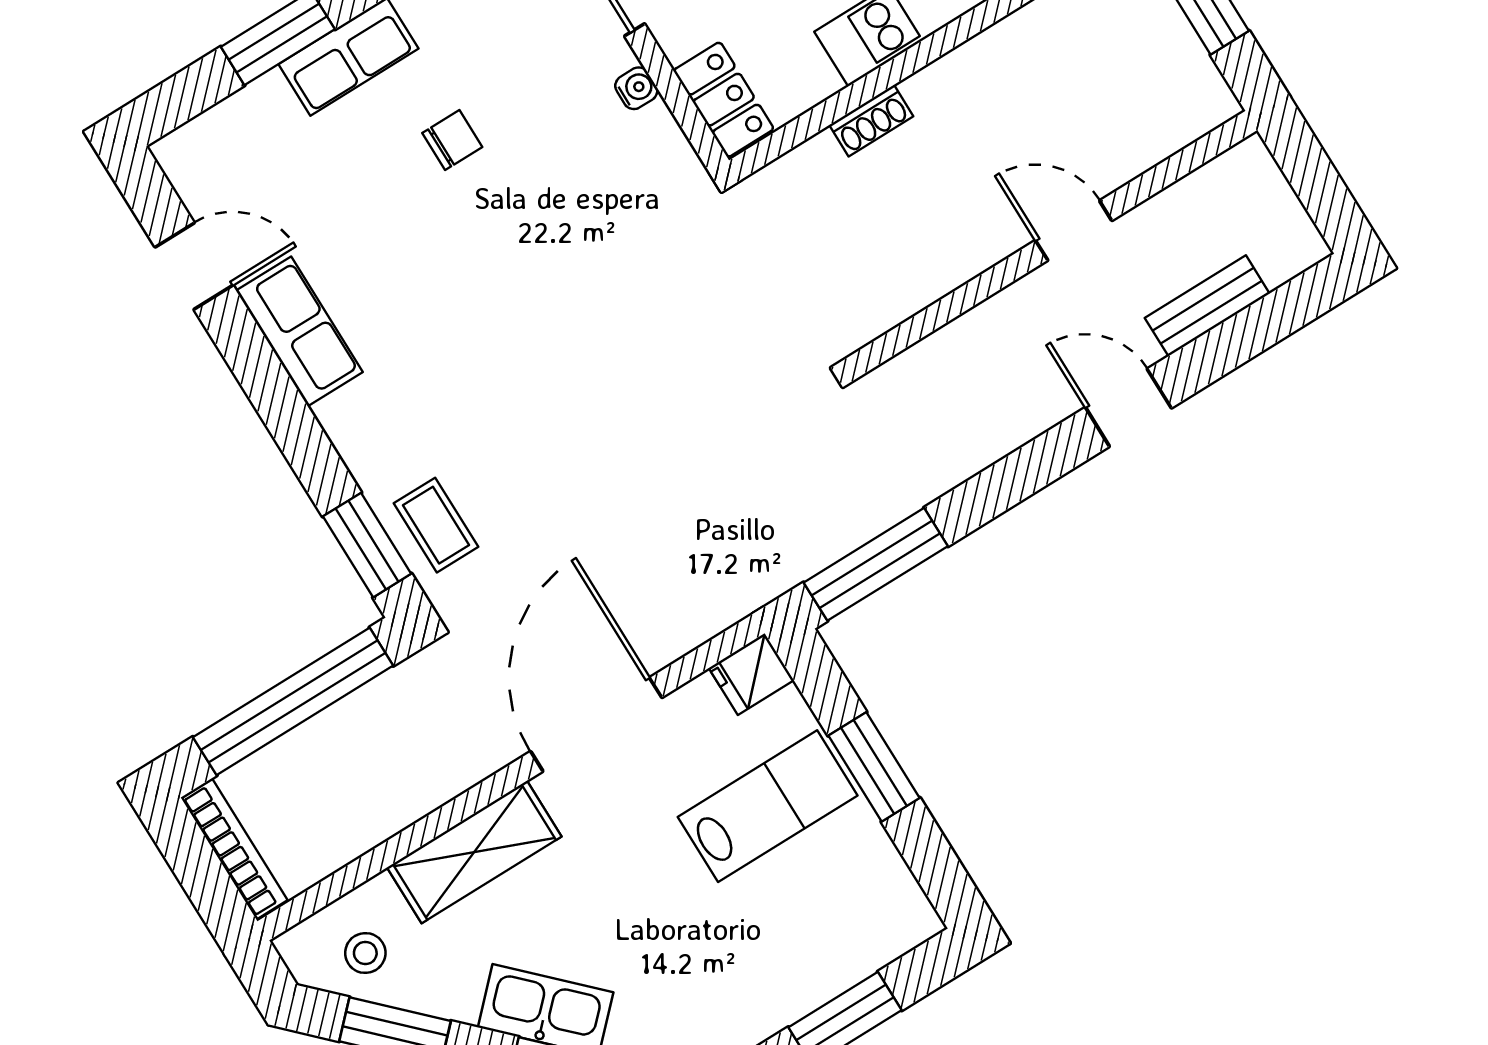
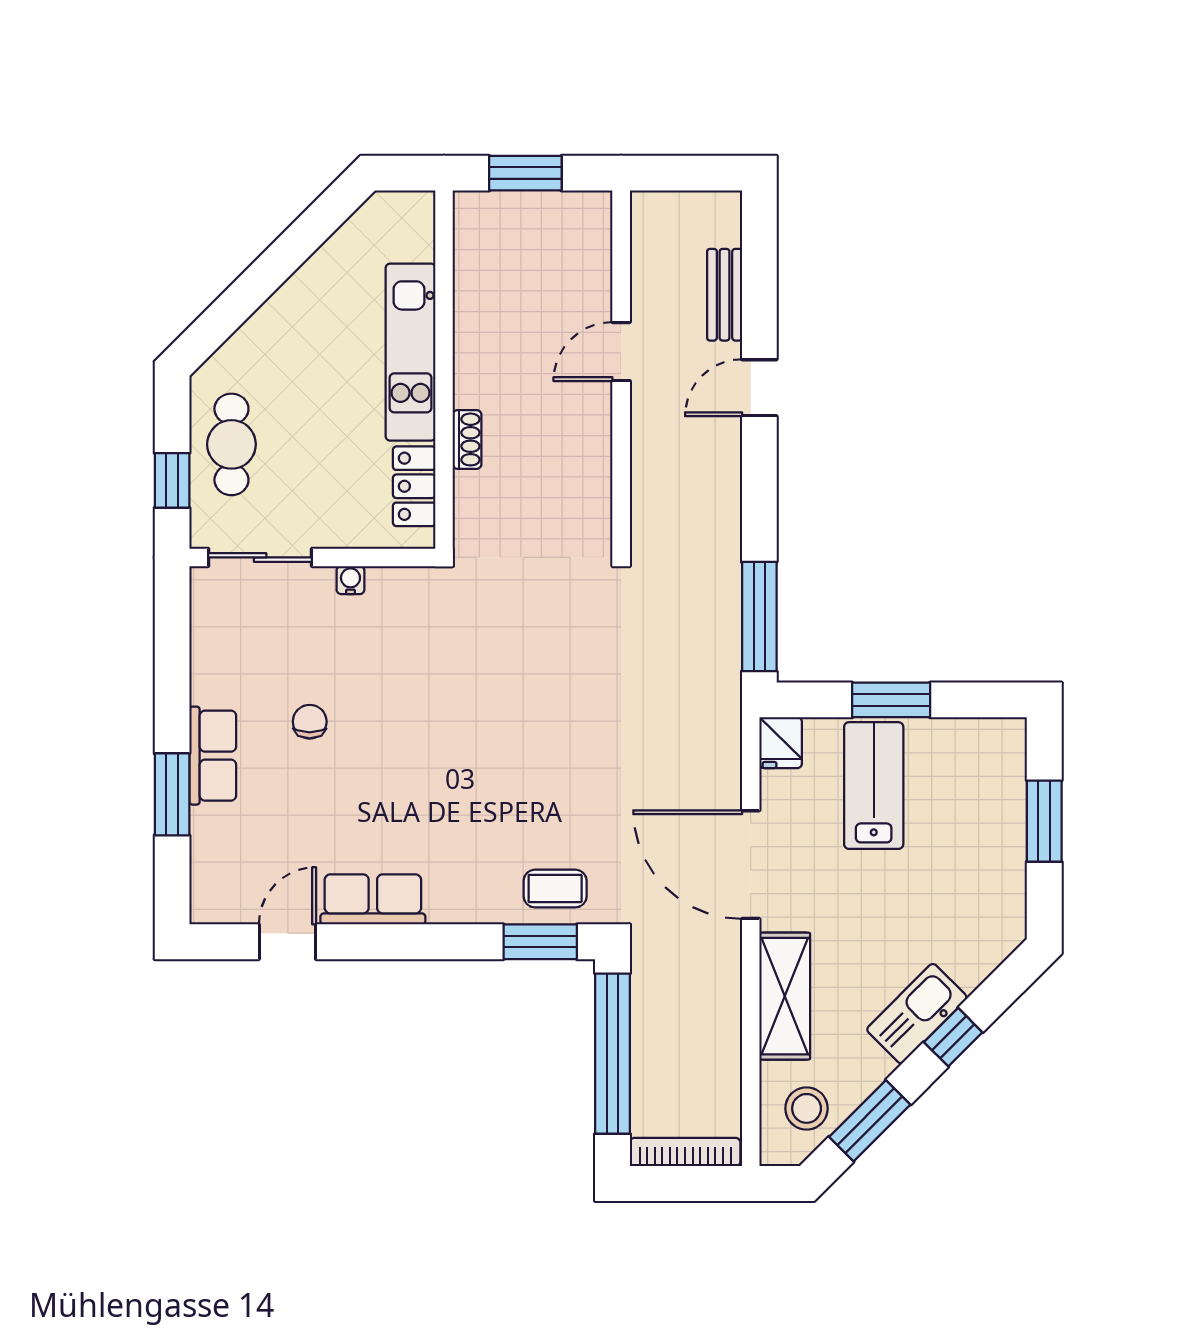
locker: (724, 100) -> (414, 486), moved, turned -90
stool: (365, 953) -> (807, 1108), width x1.37, depth x1.37

